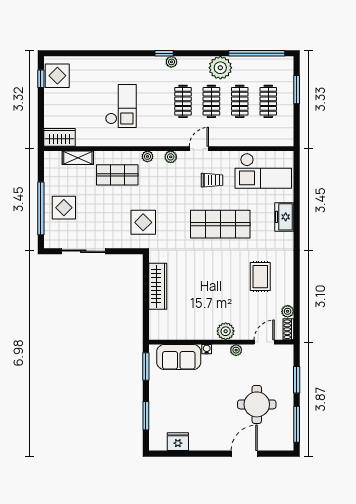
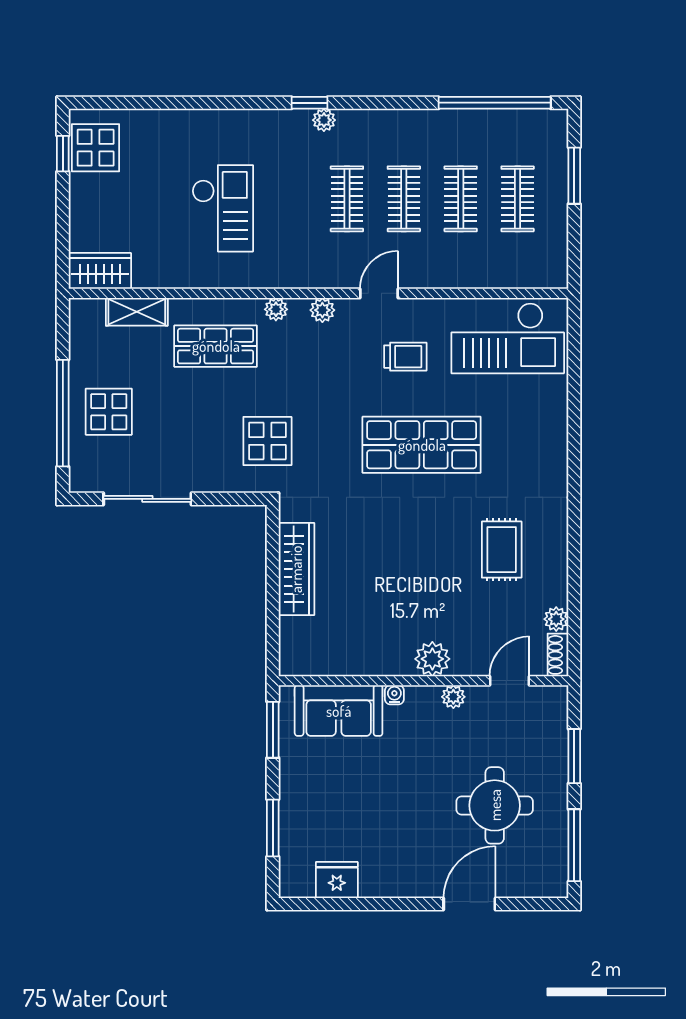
plant: (220, 68) -> (422, 132), removed
freezer: (284, 217) -> (550, 430), removed

